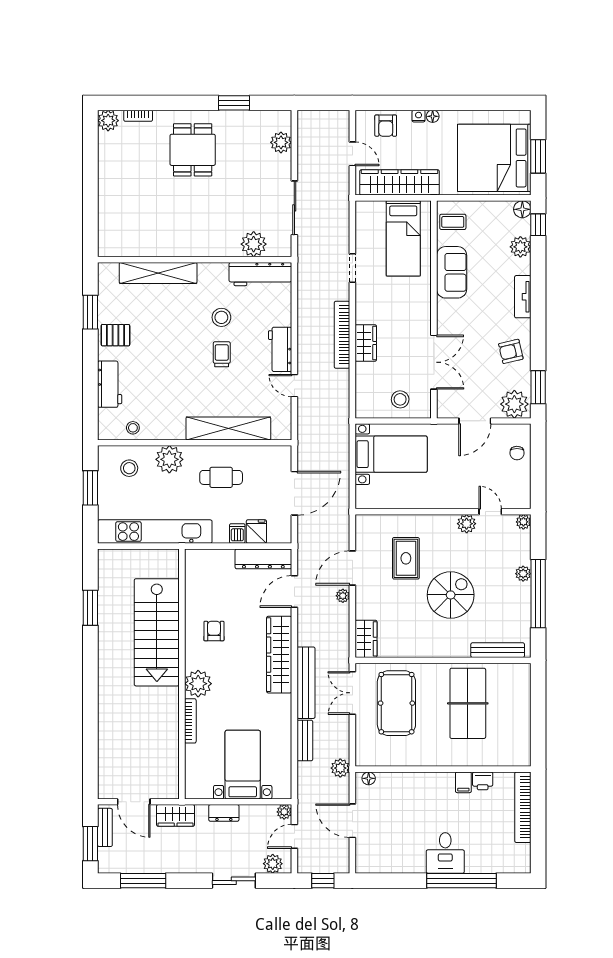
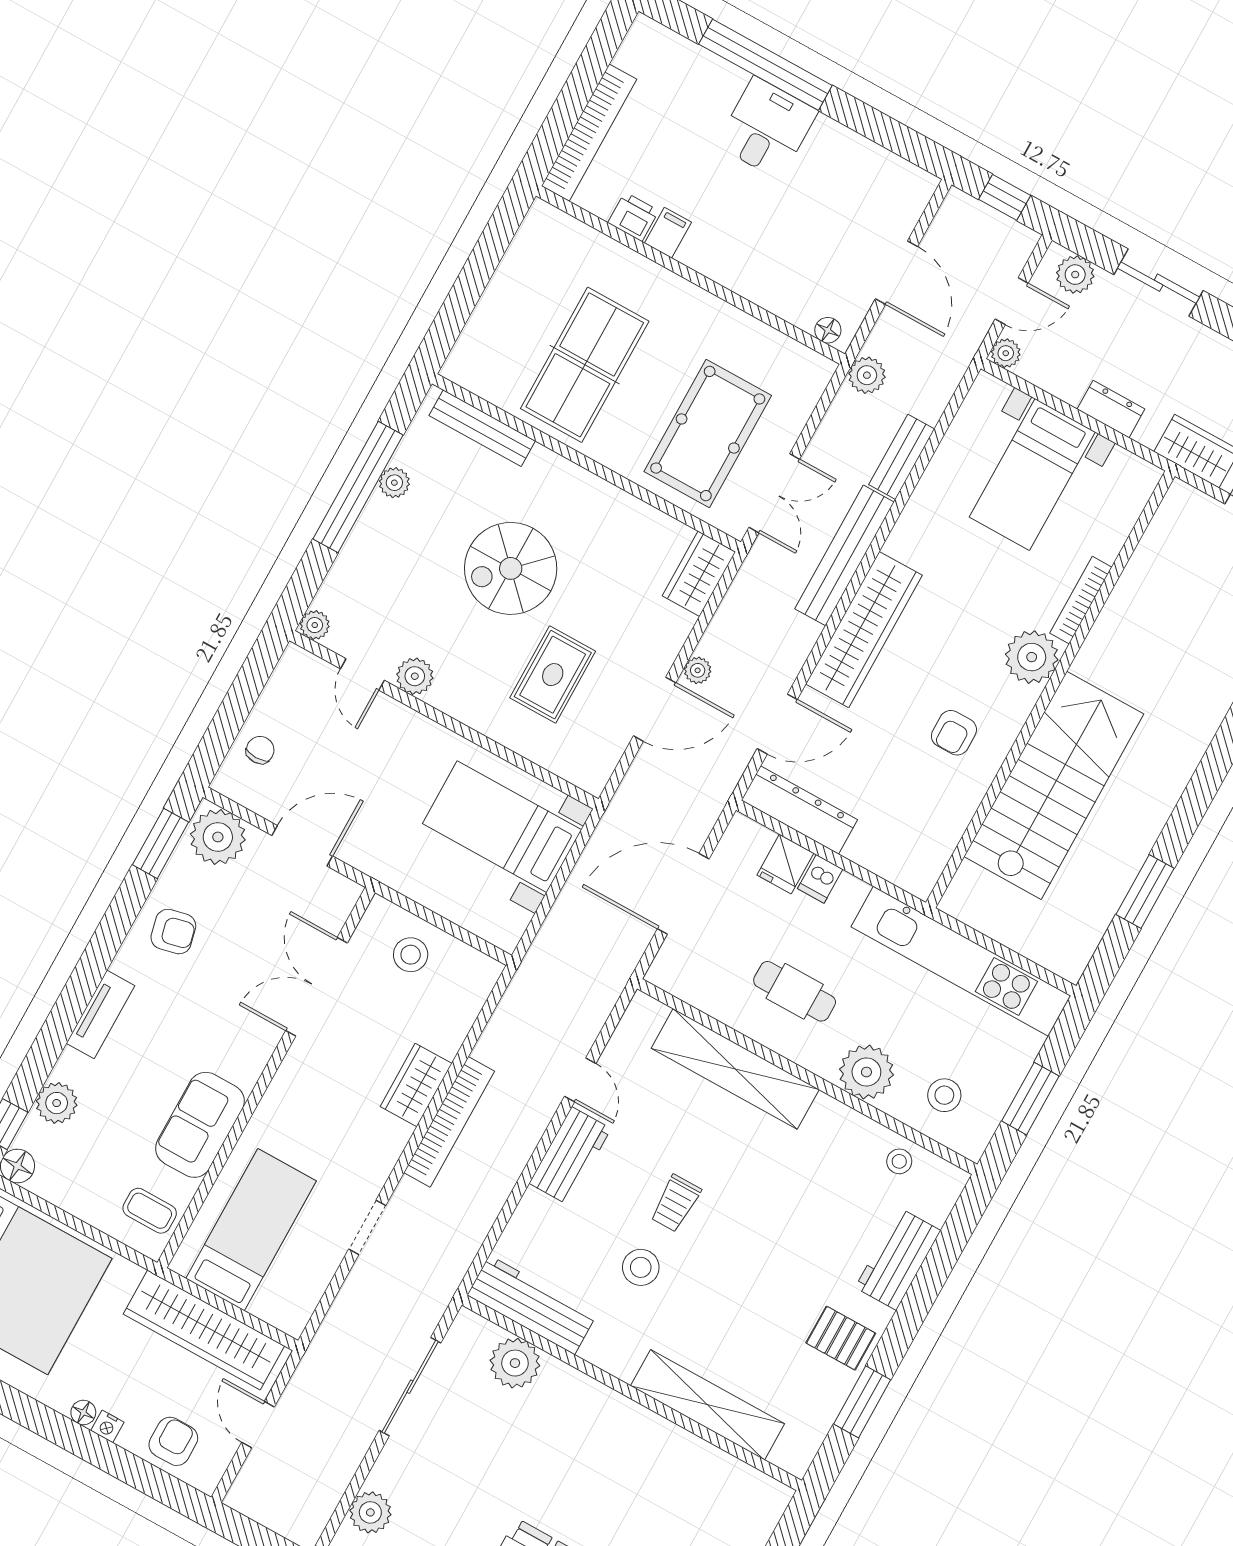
bed with nightstands: (391, 454) -> (502, 827), moved
plant: (523, 574) -> (394, 483), moved

